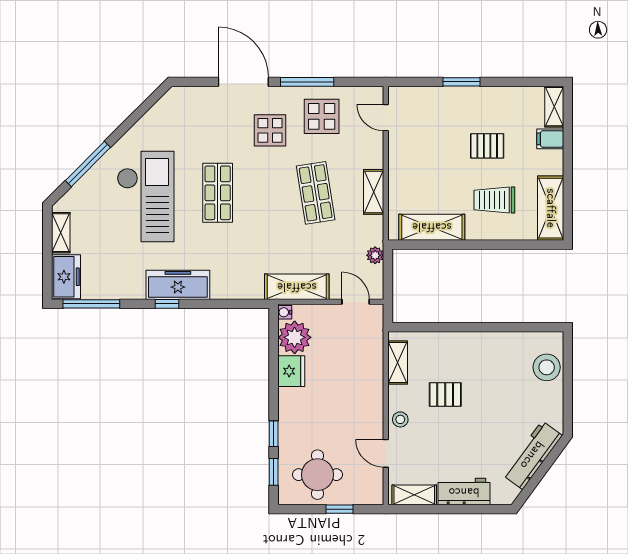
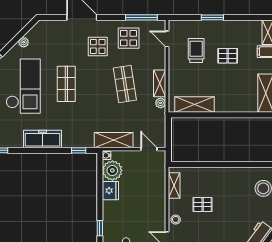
window: (307, 82) -> (141, 17), moved
plant: (146, 123) -> (24, 42), added
trolley: (494, 200) -> (196, 50), moved, turned 90
plant: (375, 255) -> (161, 103), moved
window: (167, 304) -> (79, 150), moved

